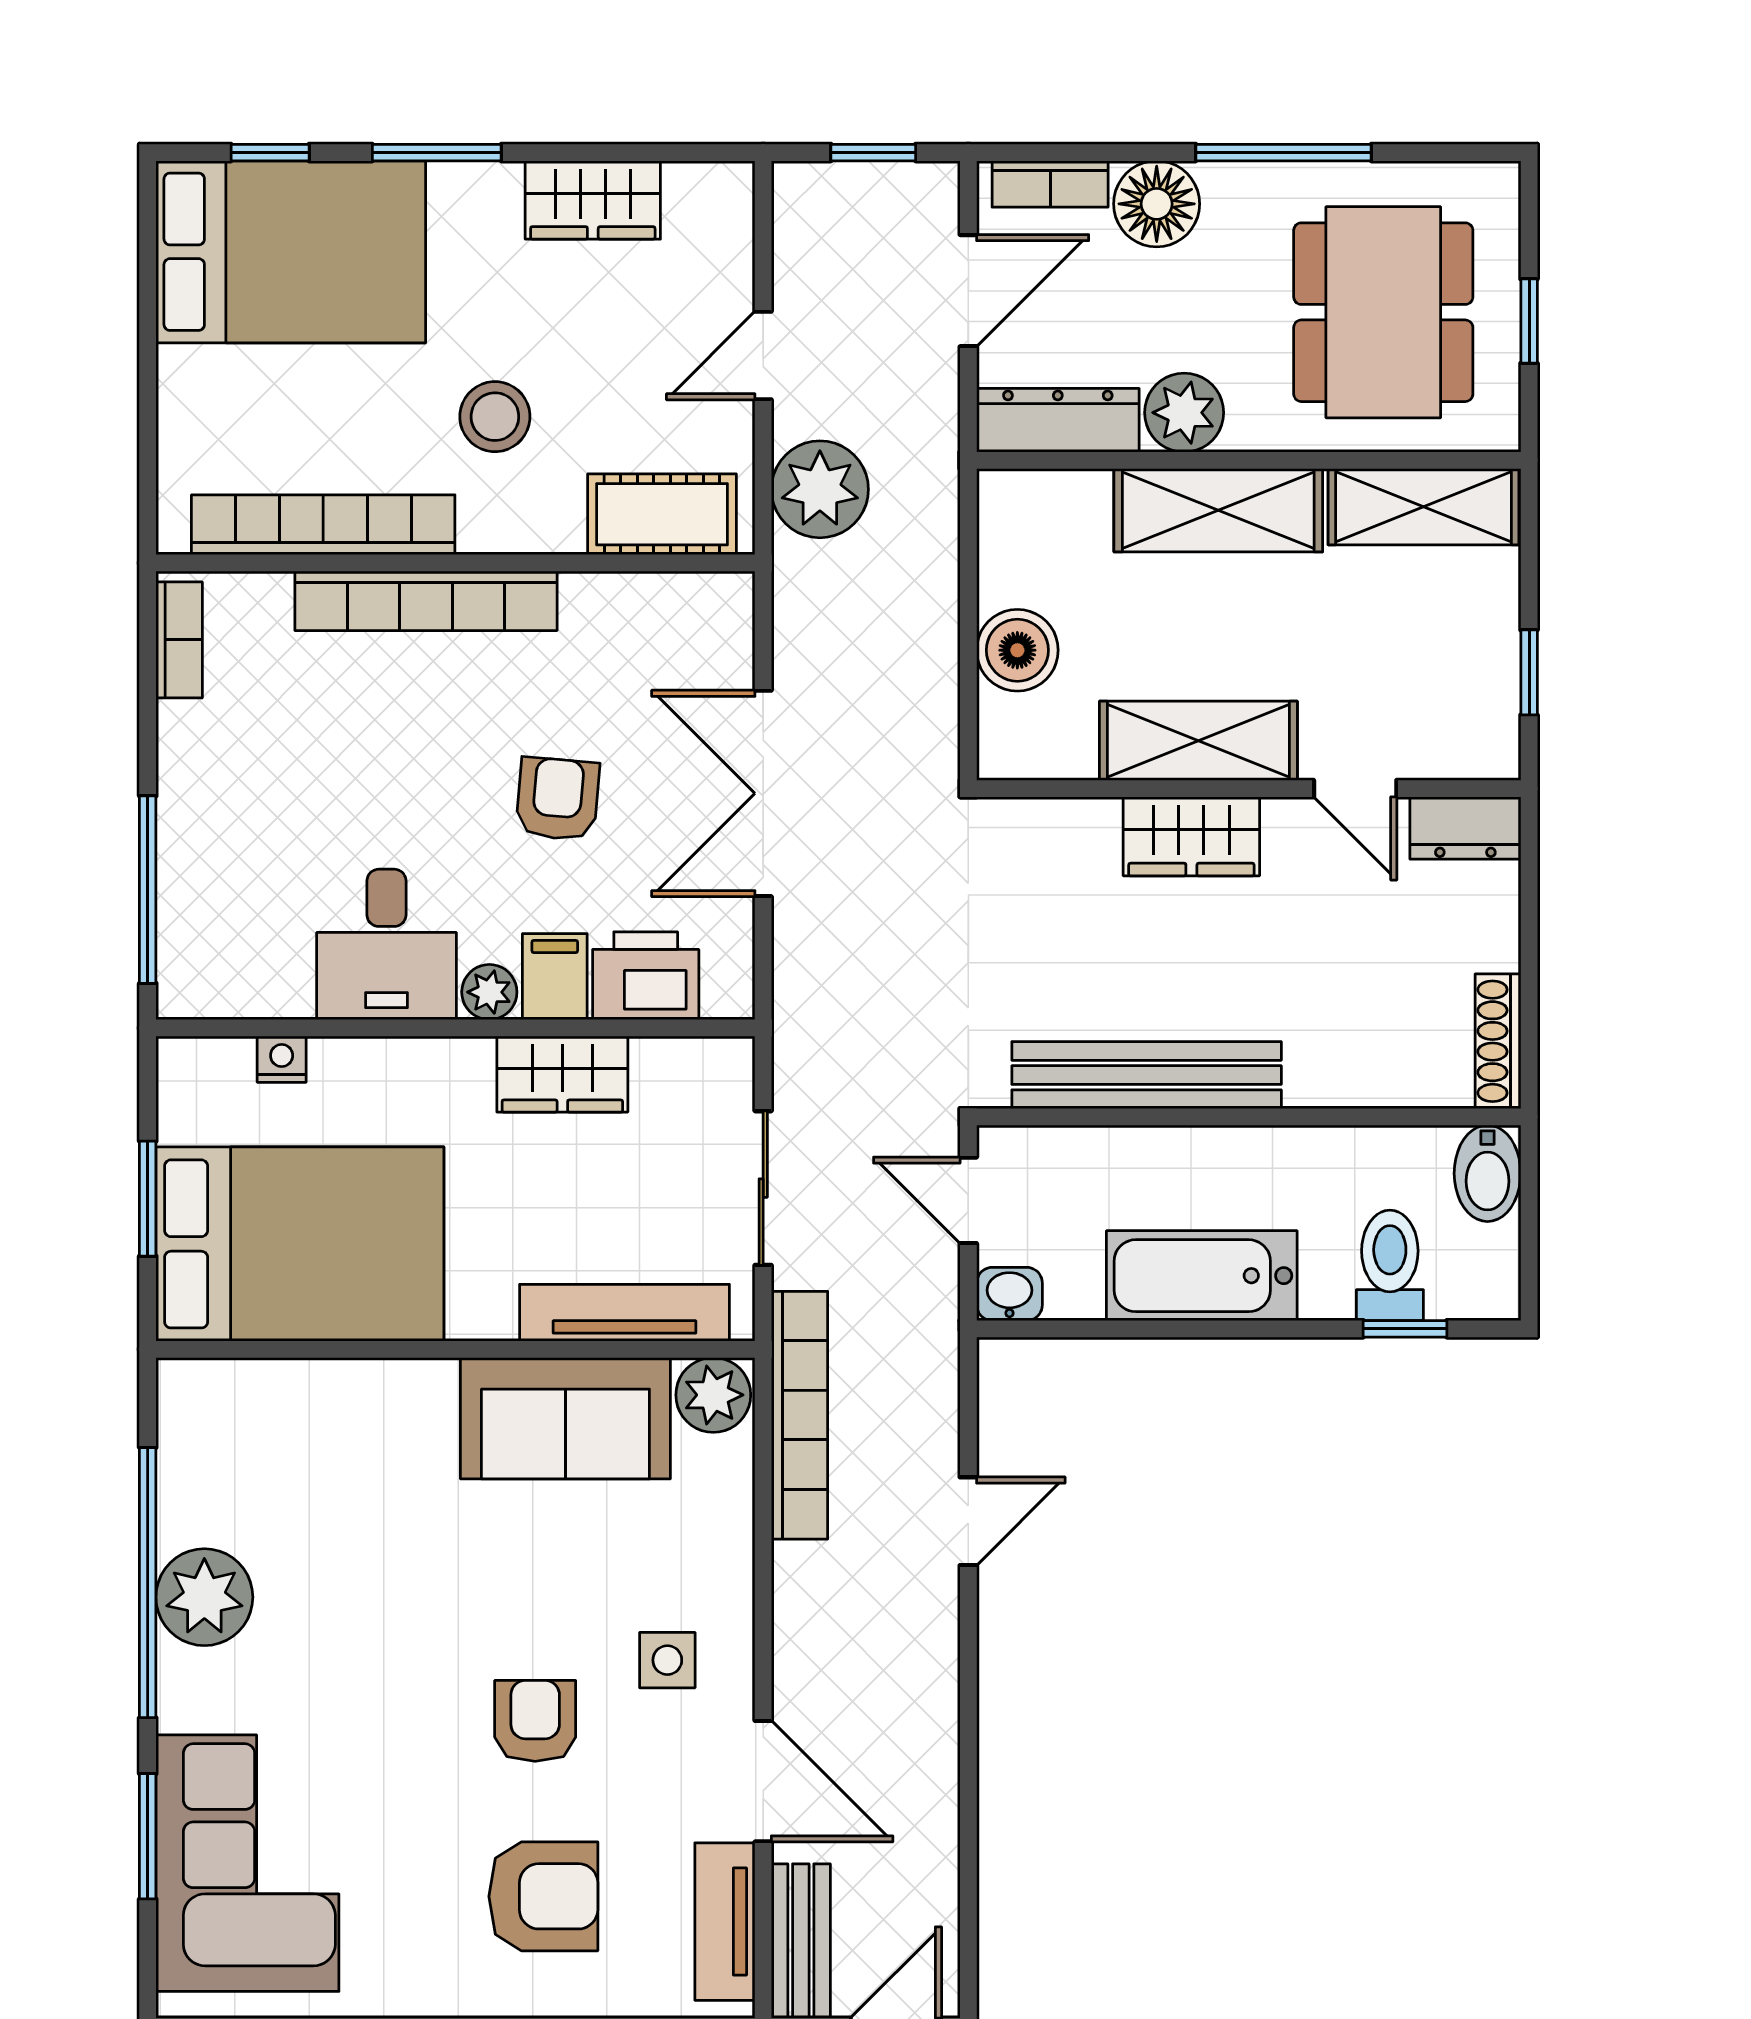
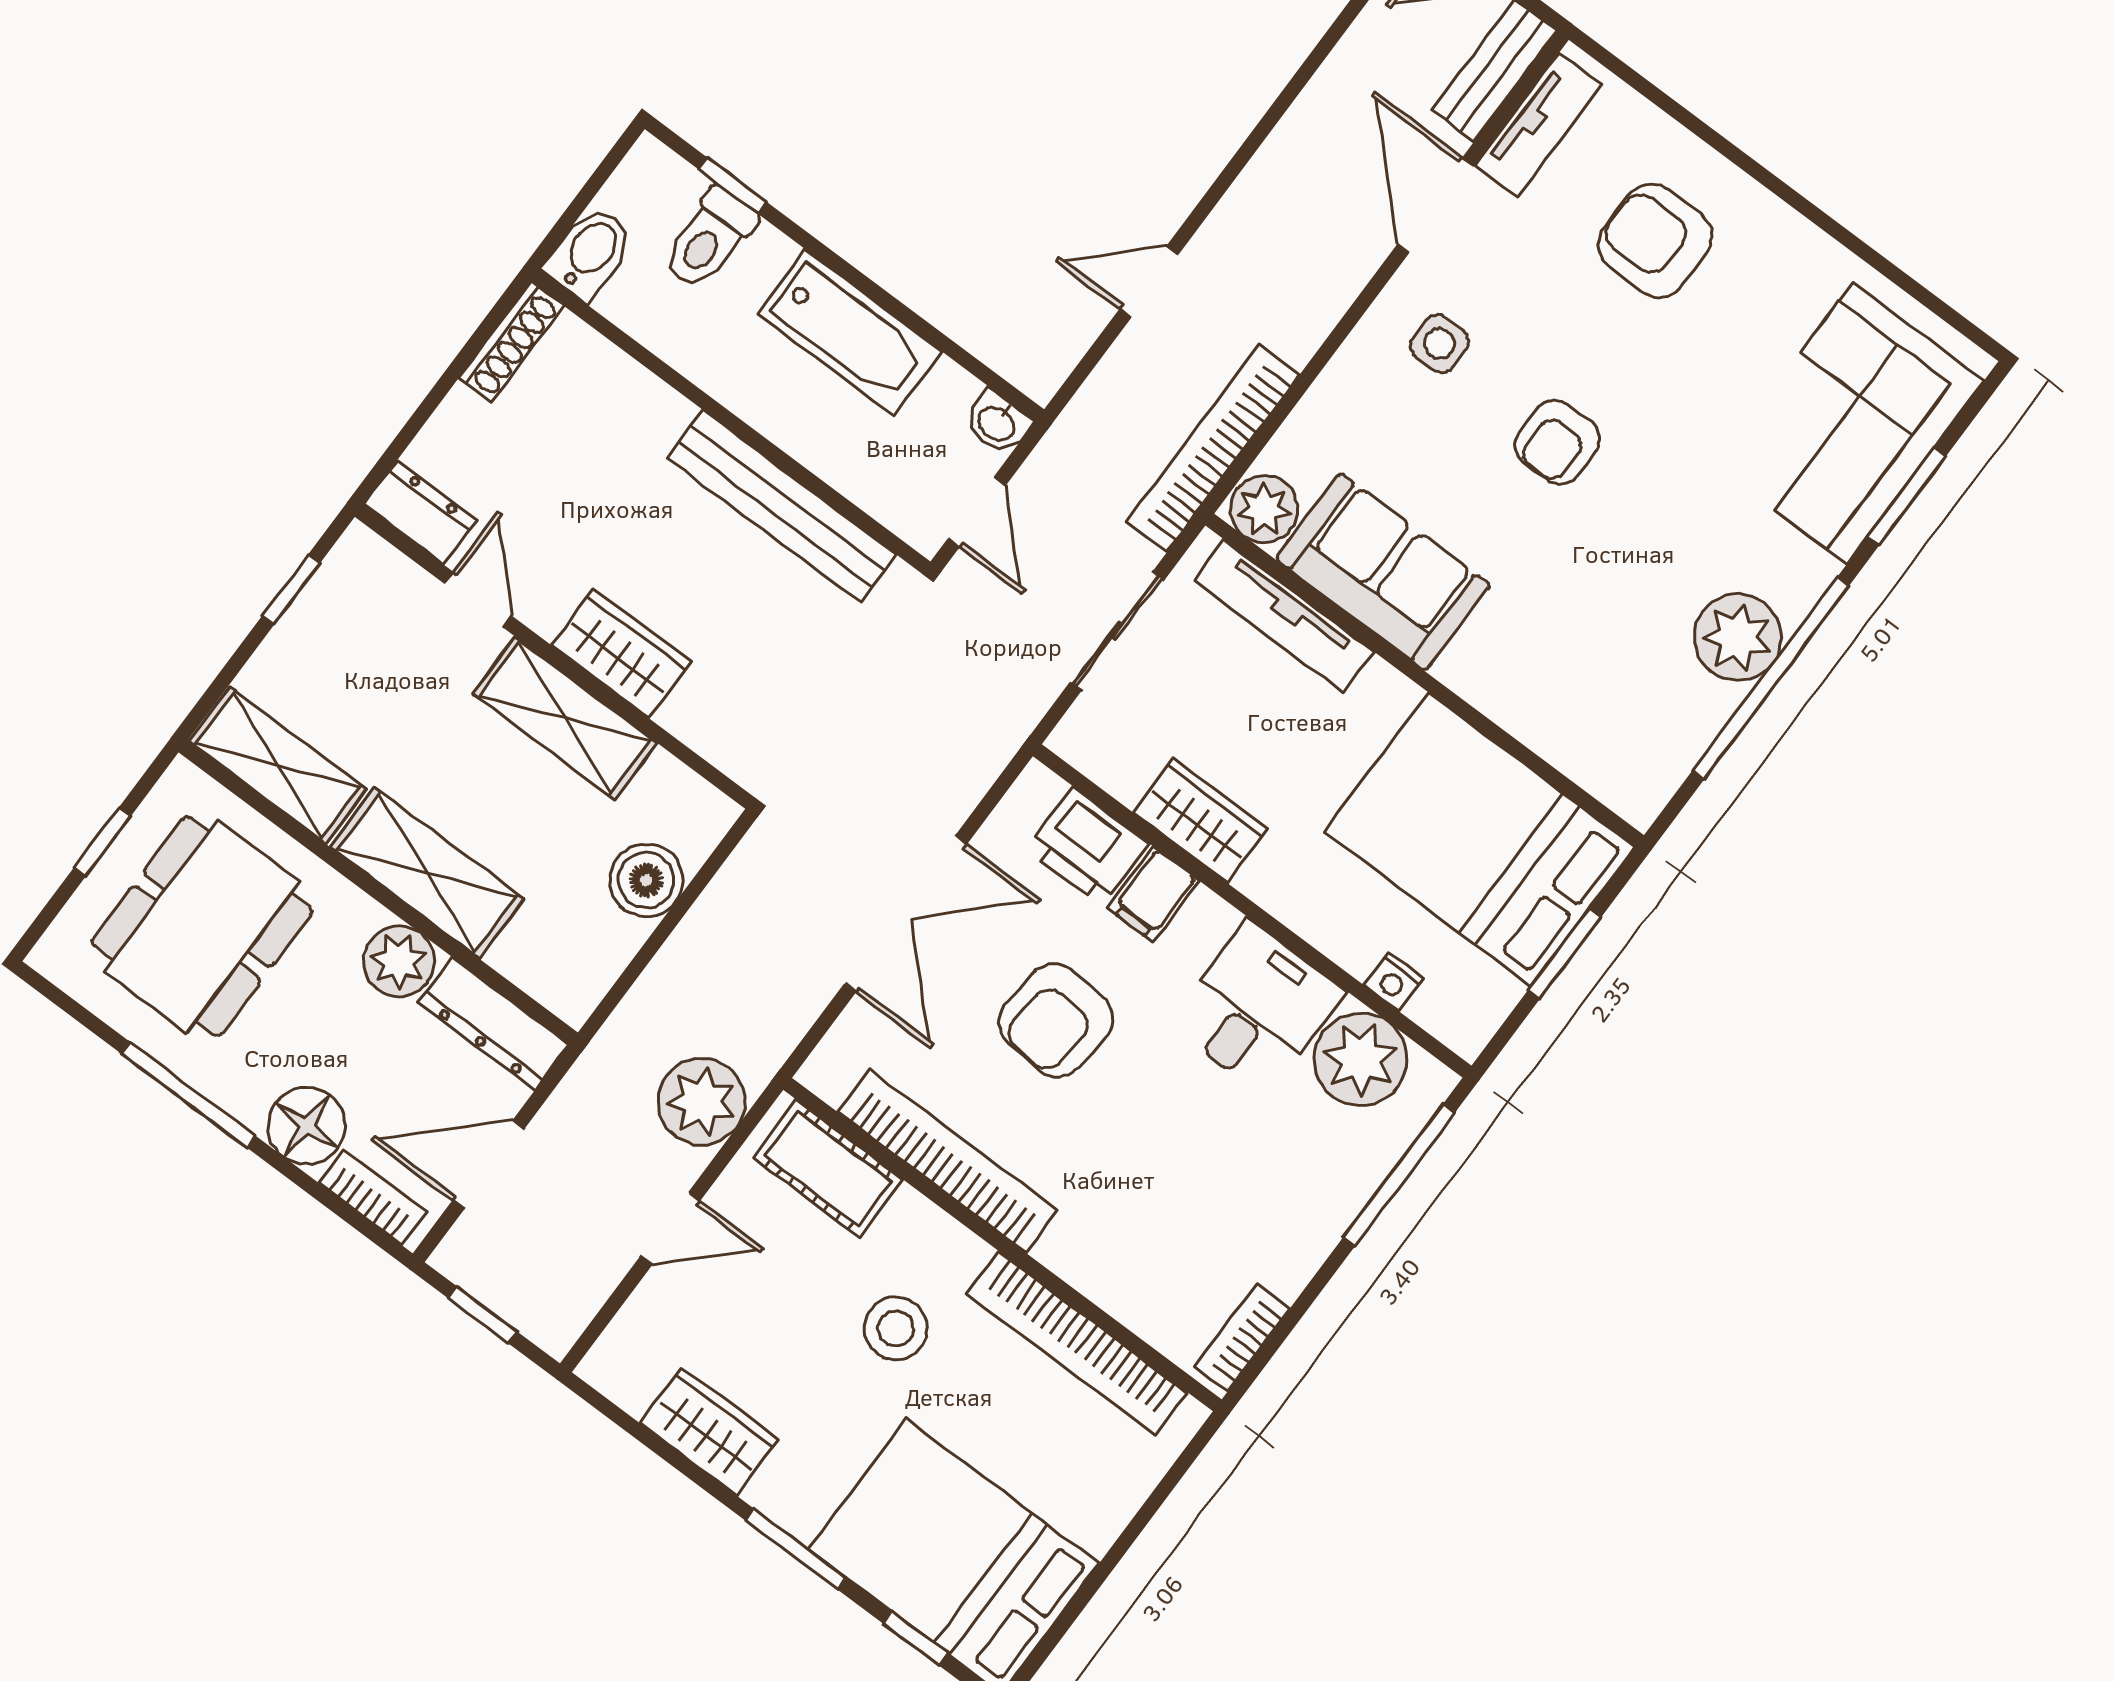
bookcase: (426, 601) -> (948, 1161), moved
armchair: (558, 799) -> (1056, 1020), width x1.38, depth x1.38
plant: (489, 992) -> (1361, 1059), moved, width x1.88, depth x1.88
armchair: (535, 1721) -> (1557, 442), moved

